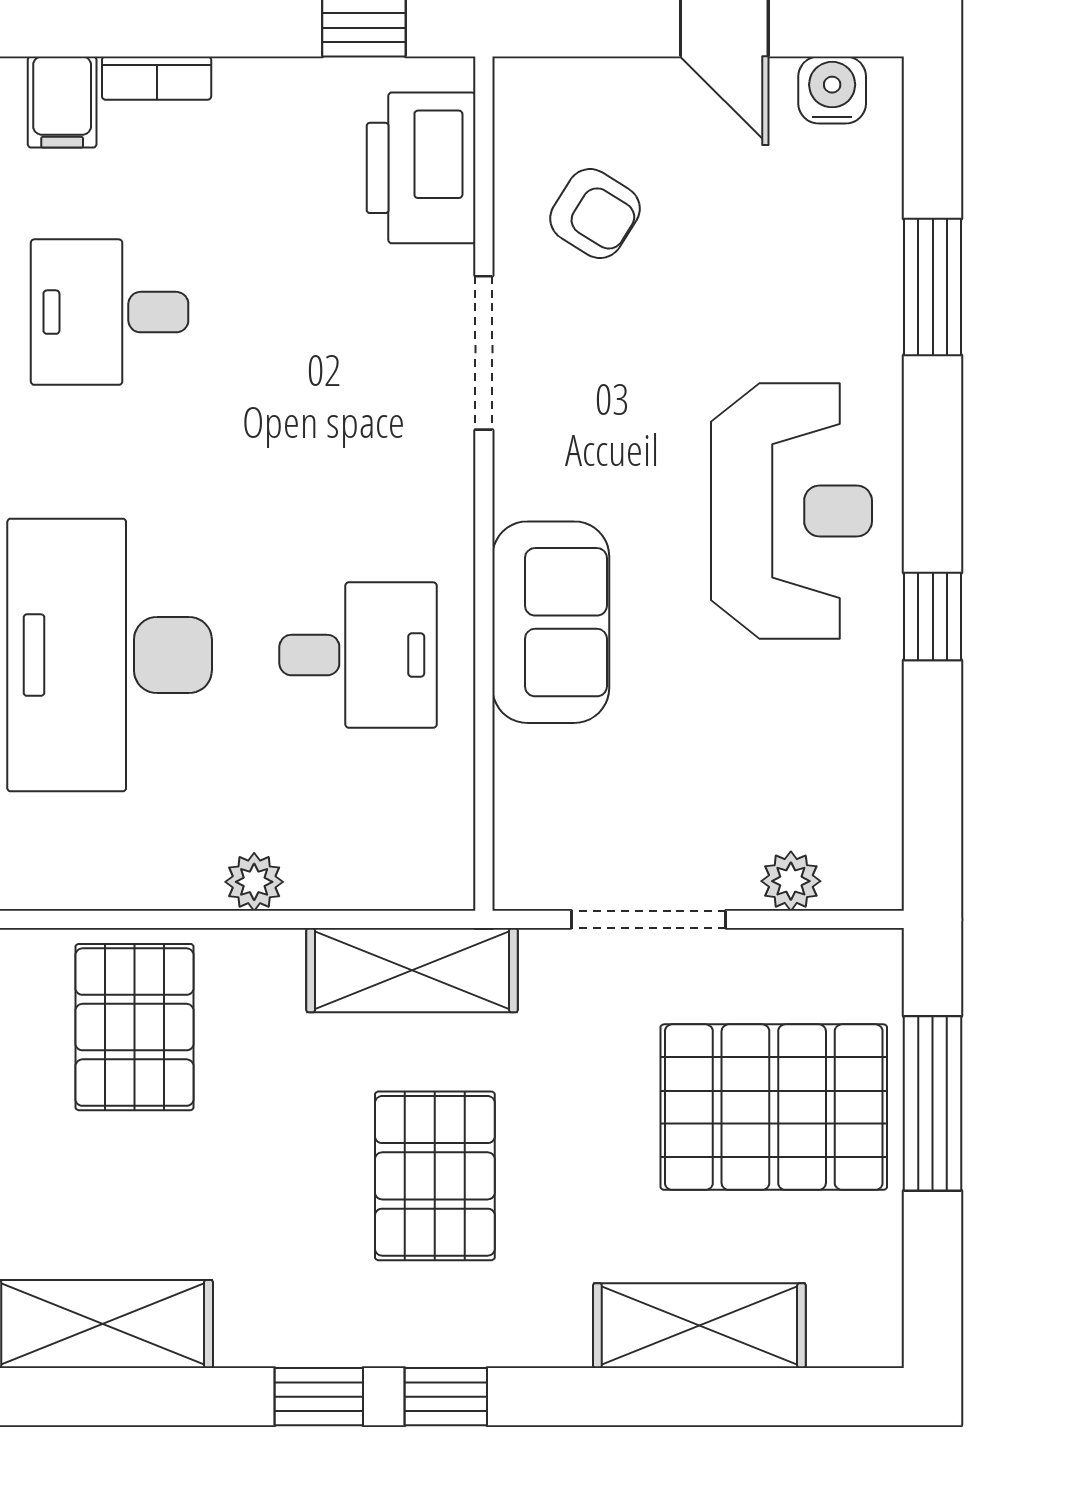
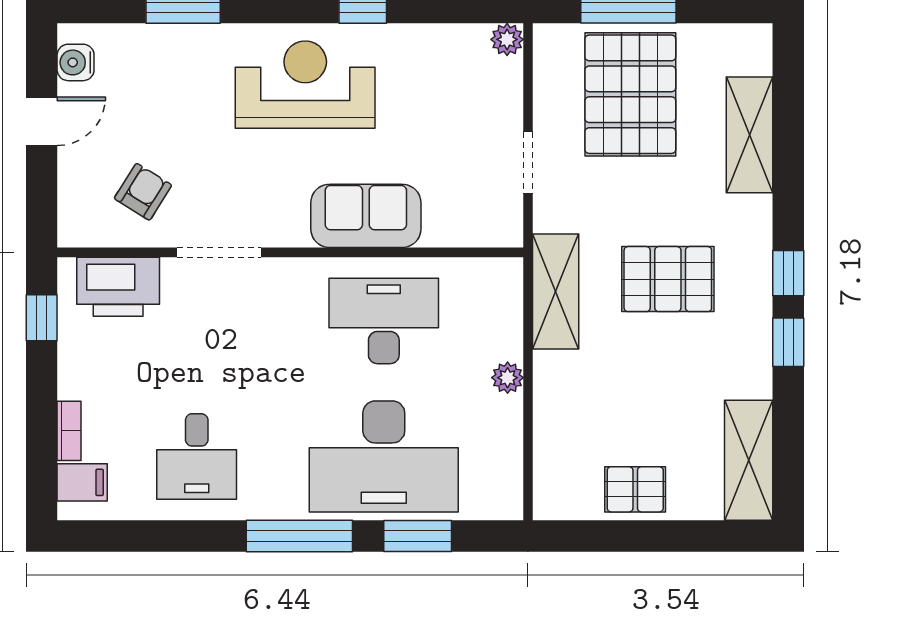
desk: (358, 655) -> (384, 321), width x1.37
plant: (791, 881) -> (507, 39), moved
doorway: (648, 919) -> (528, 163), width x0.73
pallet: (135, 1027) -> (635, 489), moved, width x0.67, depth x0.71

